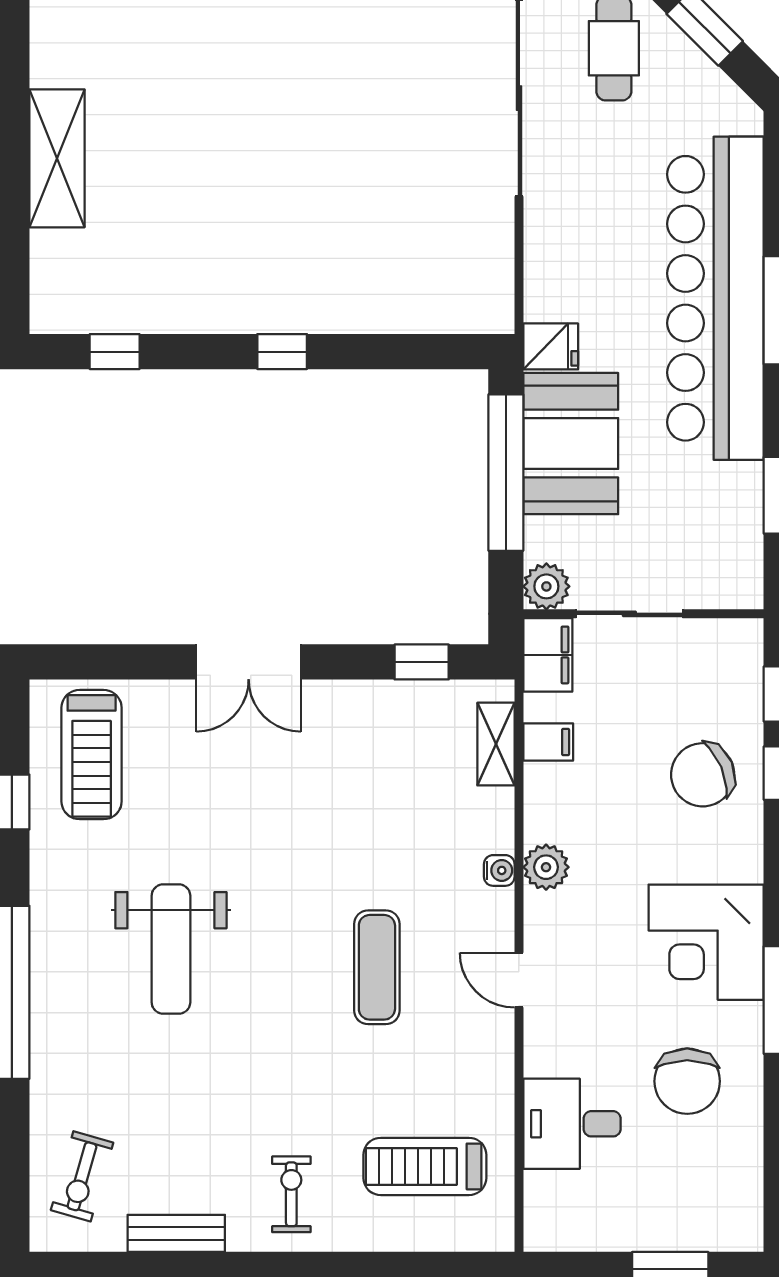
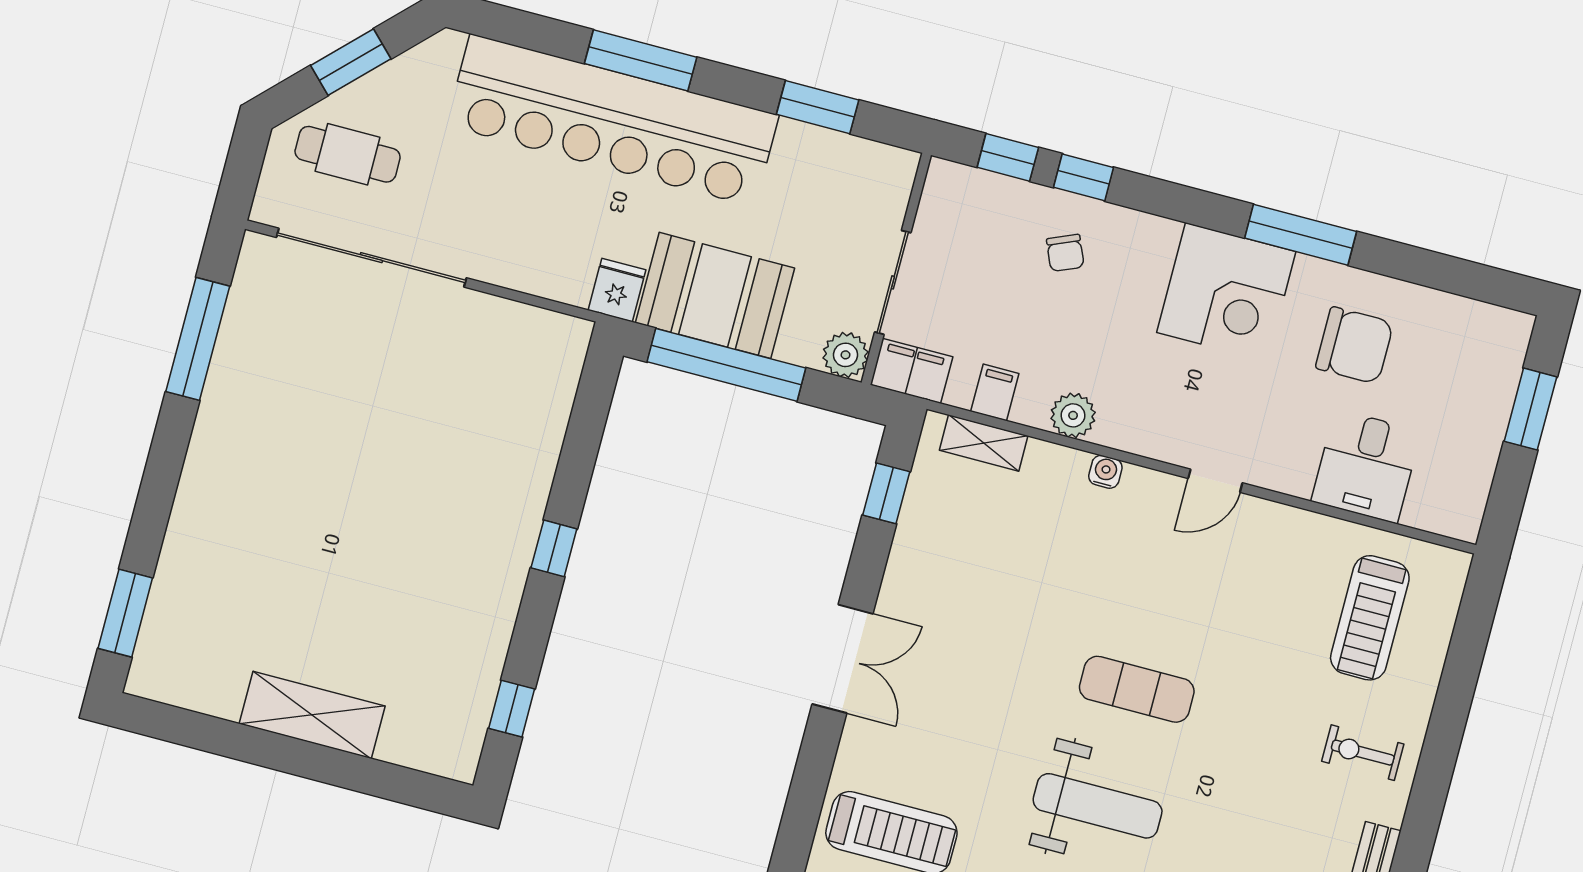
chair: (703, 775) -> (1065, 253), width x0.54, depth x0.54
plant: (546, 867) -> (1073, 415), moved
exercise mat: (377, 967) -> (1137, 689), moved

